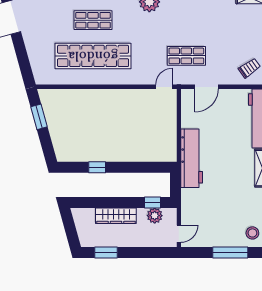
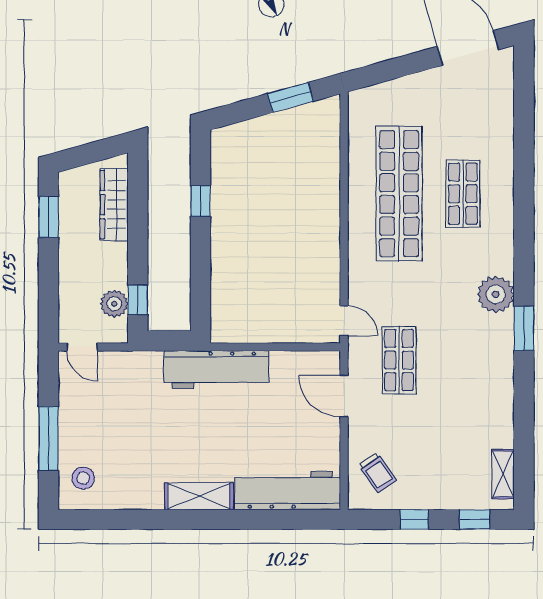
wardrobe: (116, 216) -> (114, 205), moved

